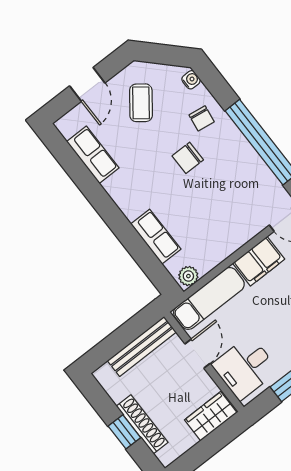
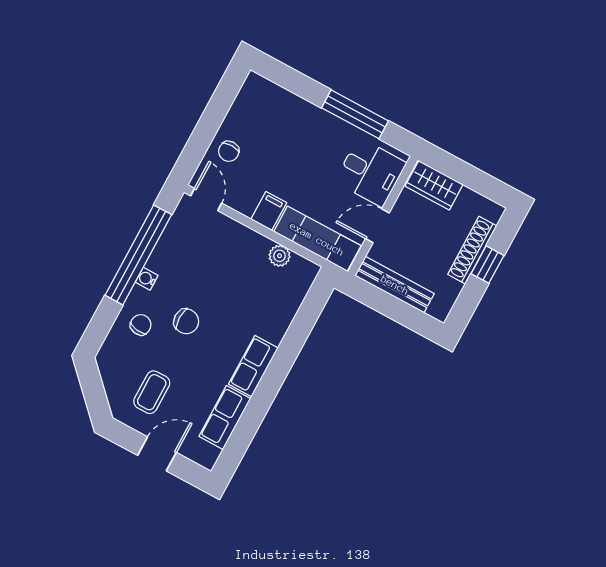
water cooler: (191, 80) -> (147, 279), moved
coffee table: (141, 103) -> (152, 392), turned -37
row of seats: (156, 237) -> (253, 366), moved
filing cabinet: (259, 261) -> (269, 211), width x0.50
plant: (188, 276) -> (280, 256), moved

